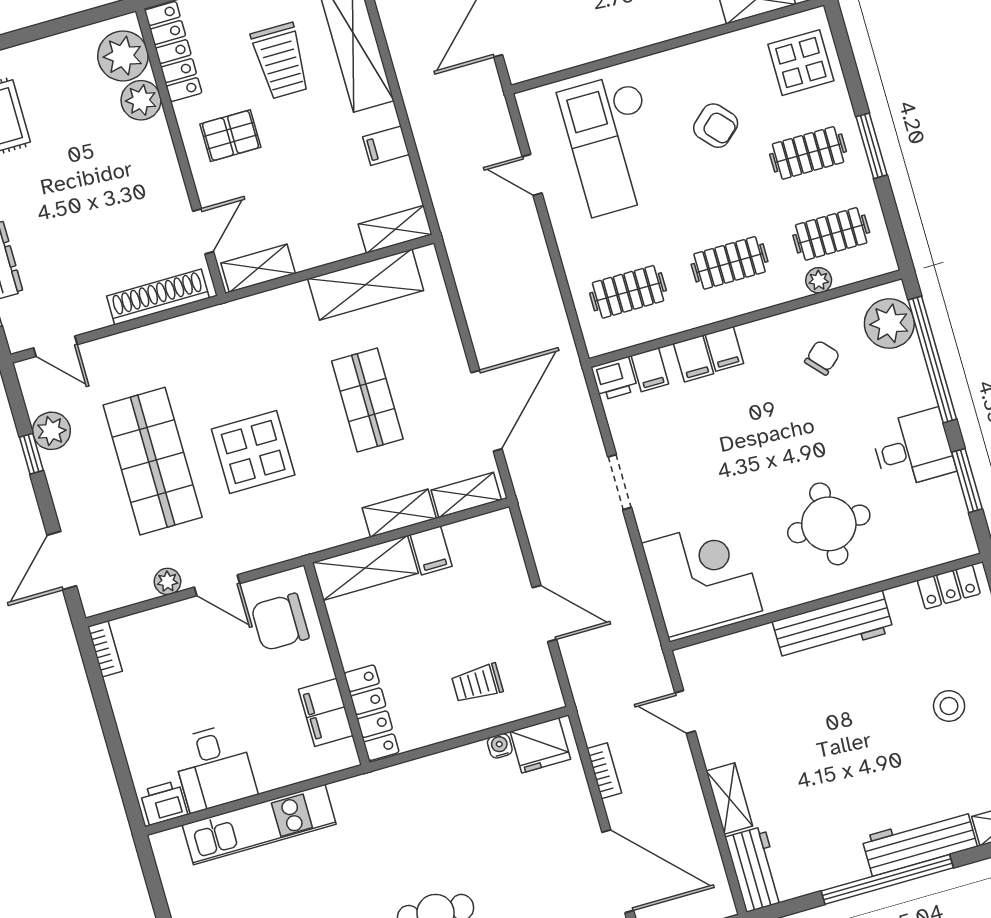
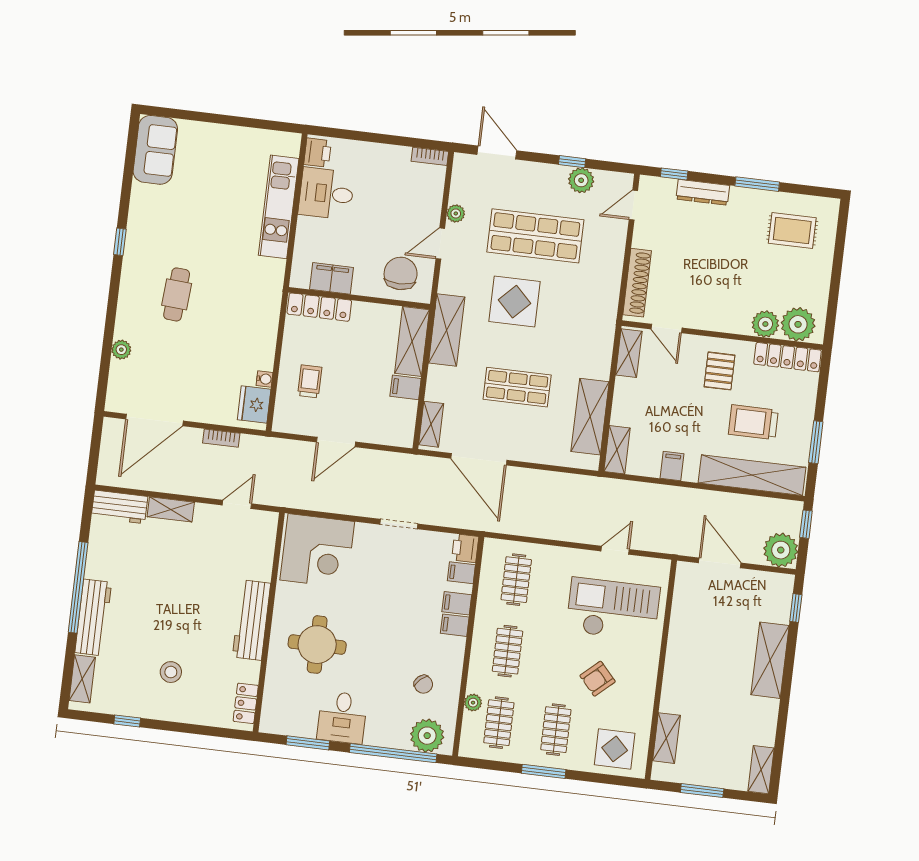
shelving: (399, 513) -> (447, 330), moved, width x1.50, depth x1.33

